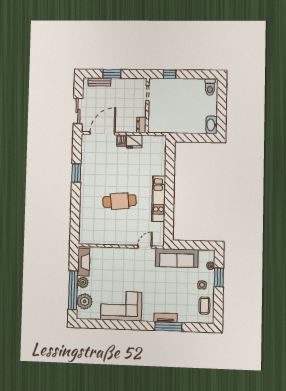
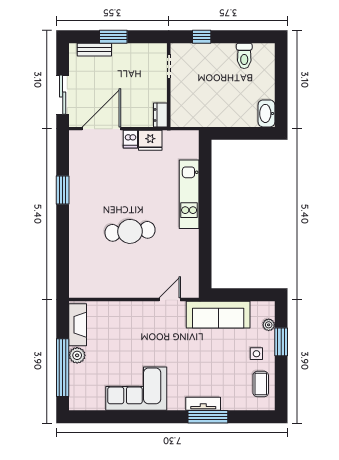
toilet: (210, 87) -> (244, 56), moved
kitchen unit: (159, 199) -> (189, 194), moved
plant: (85, 301) -> (81, 384), removed

